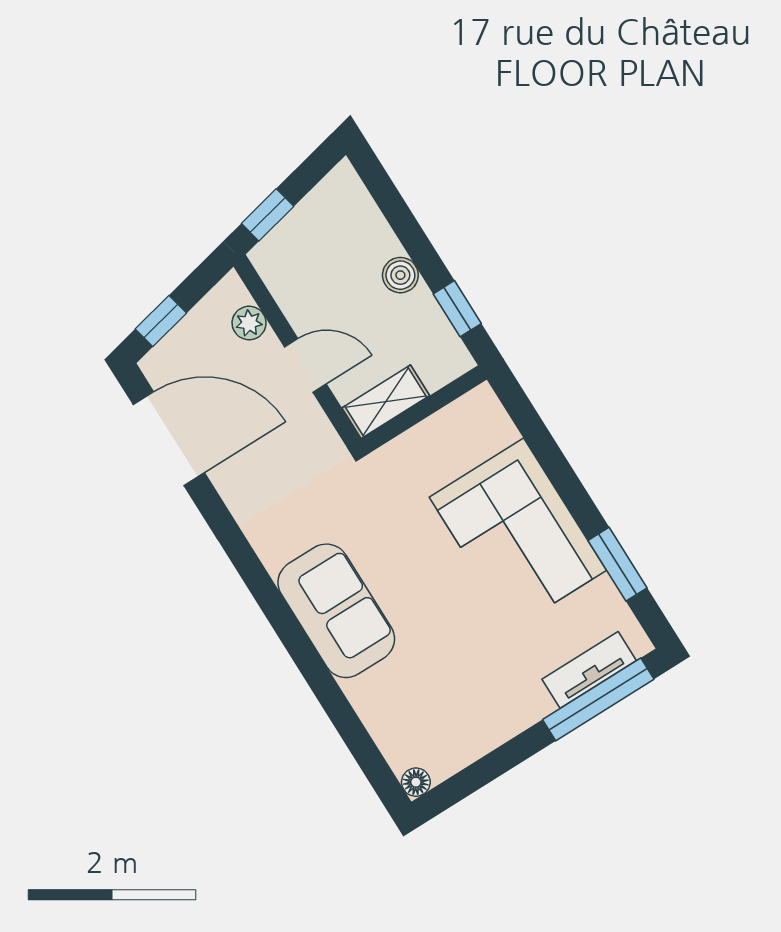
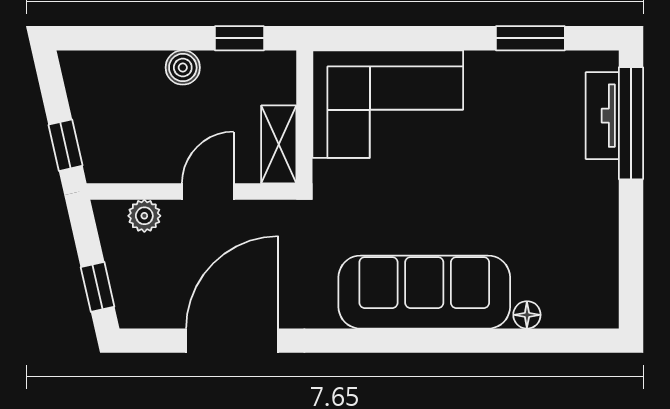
door: (169, 439) -> (232, 341), moved
corner sofa: (518, 534) -> (388, 104), moved
sofa: (336, 611) -> (424, 292), width x1.36
floor lamp: (416, 782) -> (527, 315), moved

